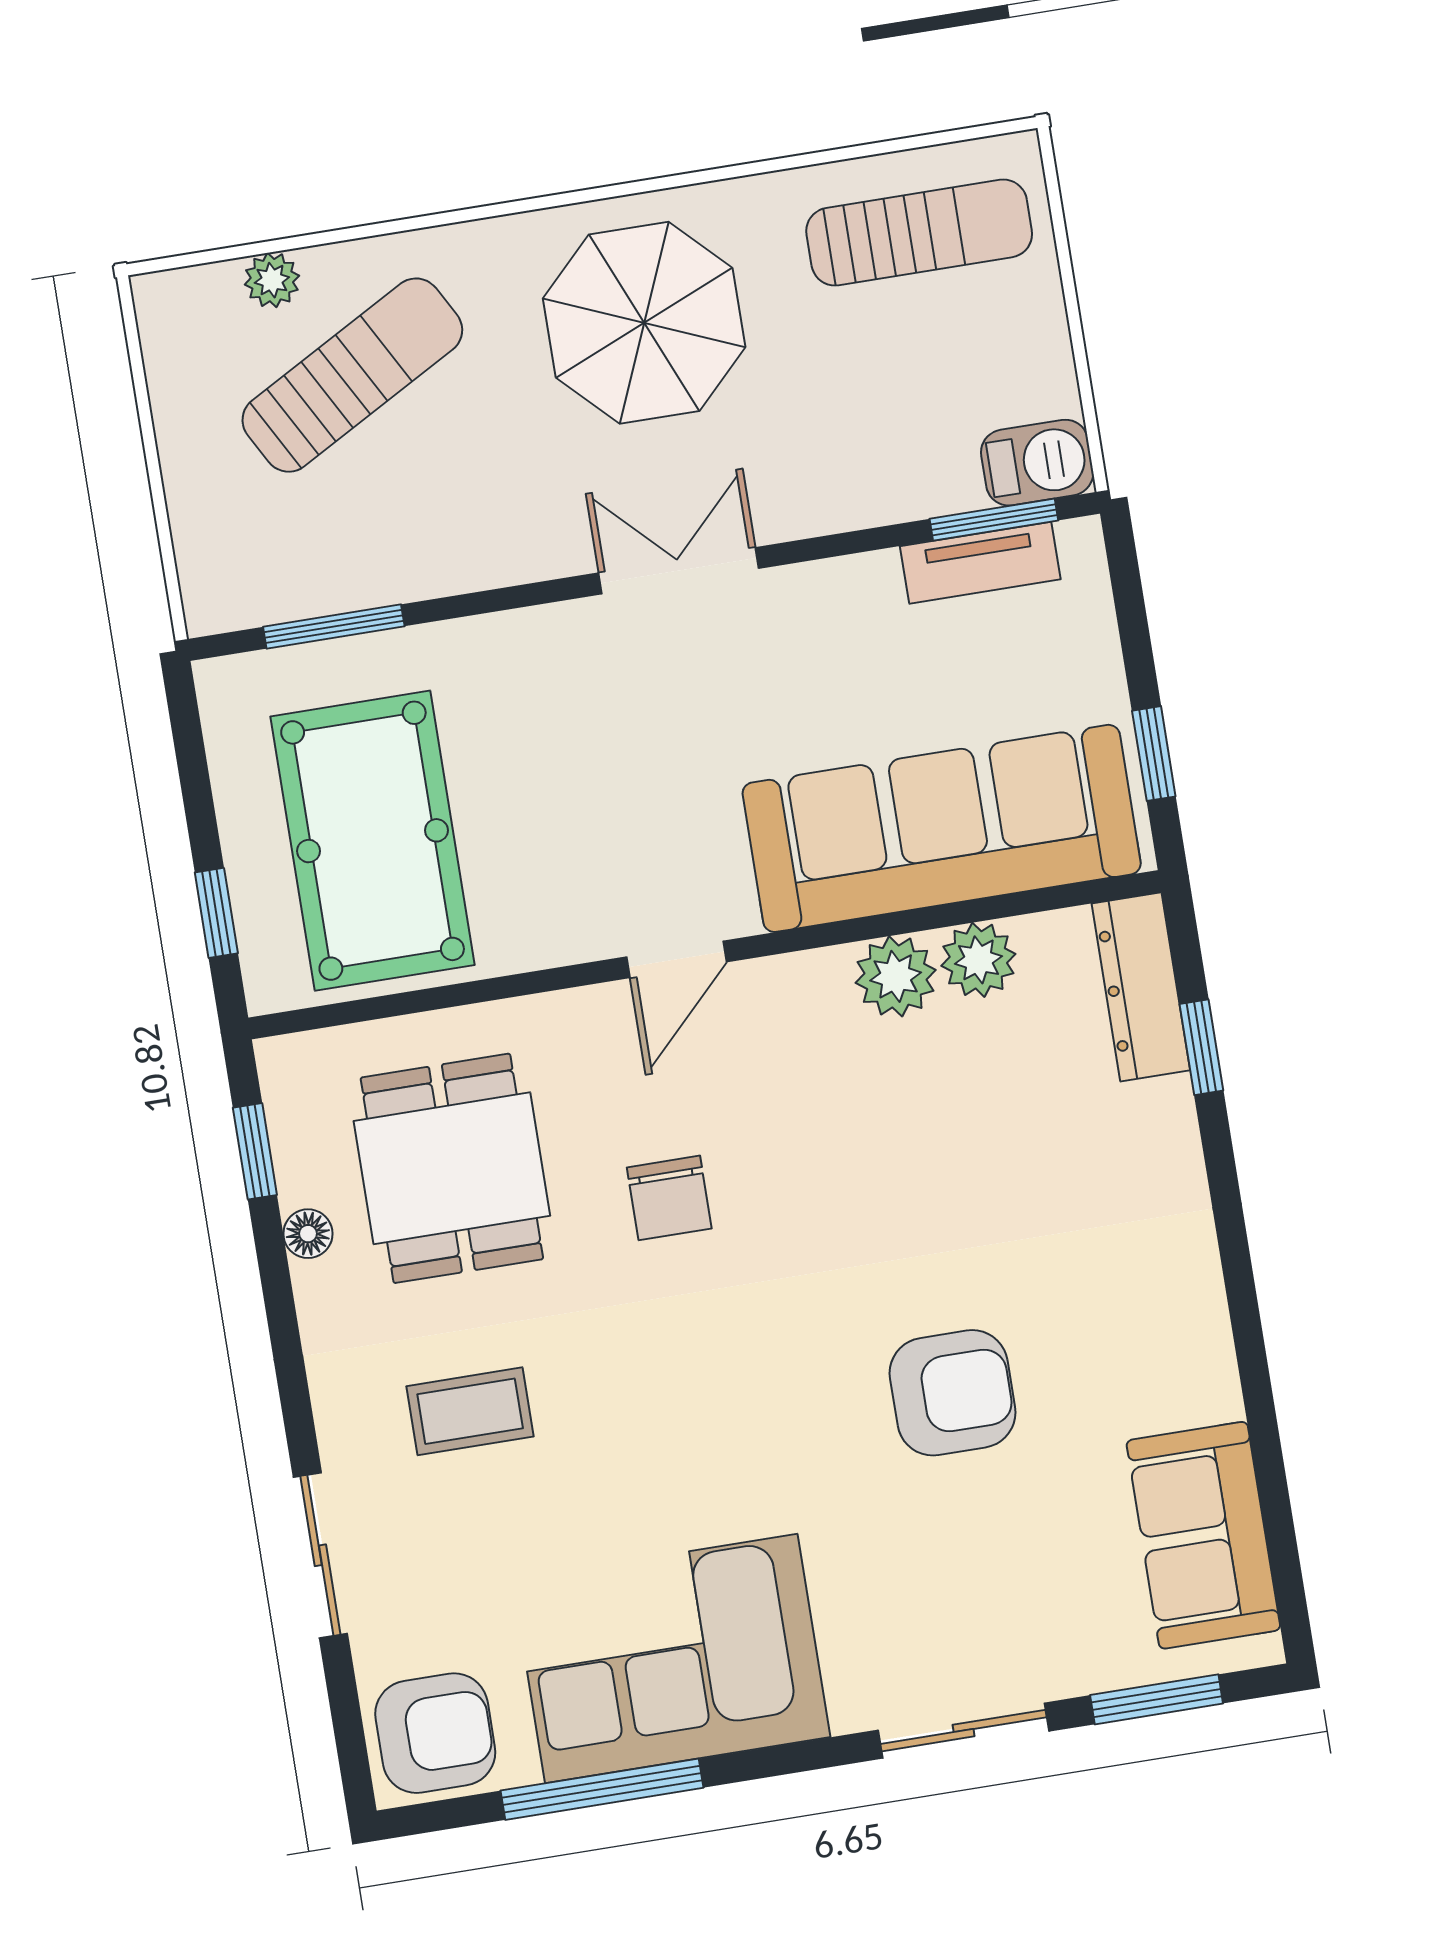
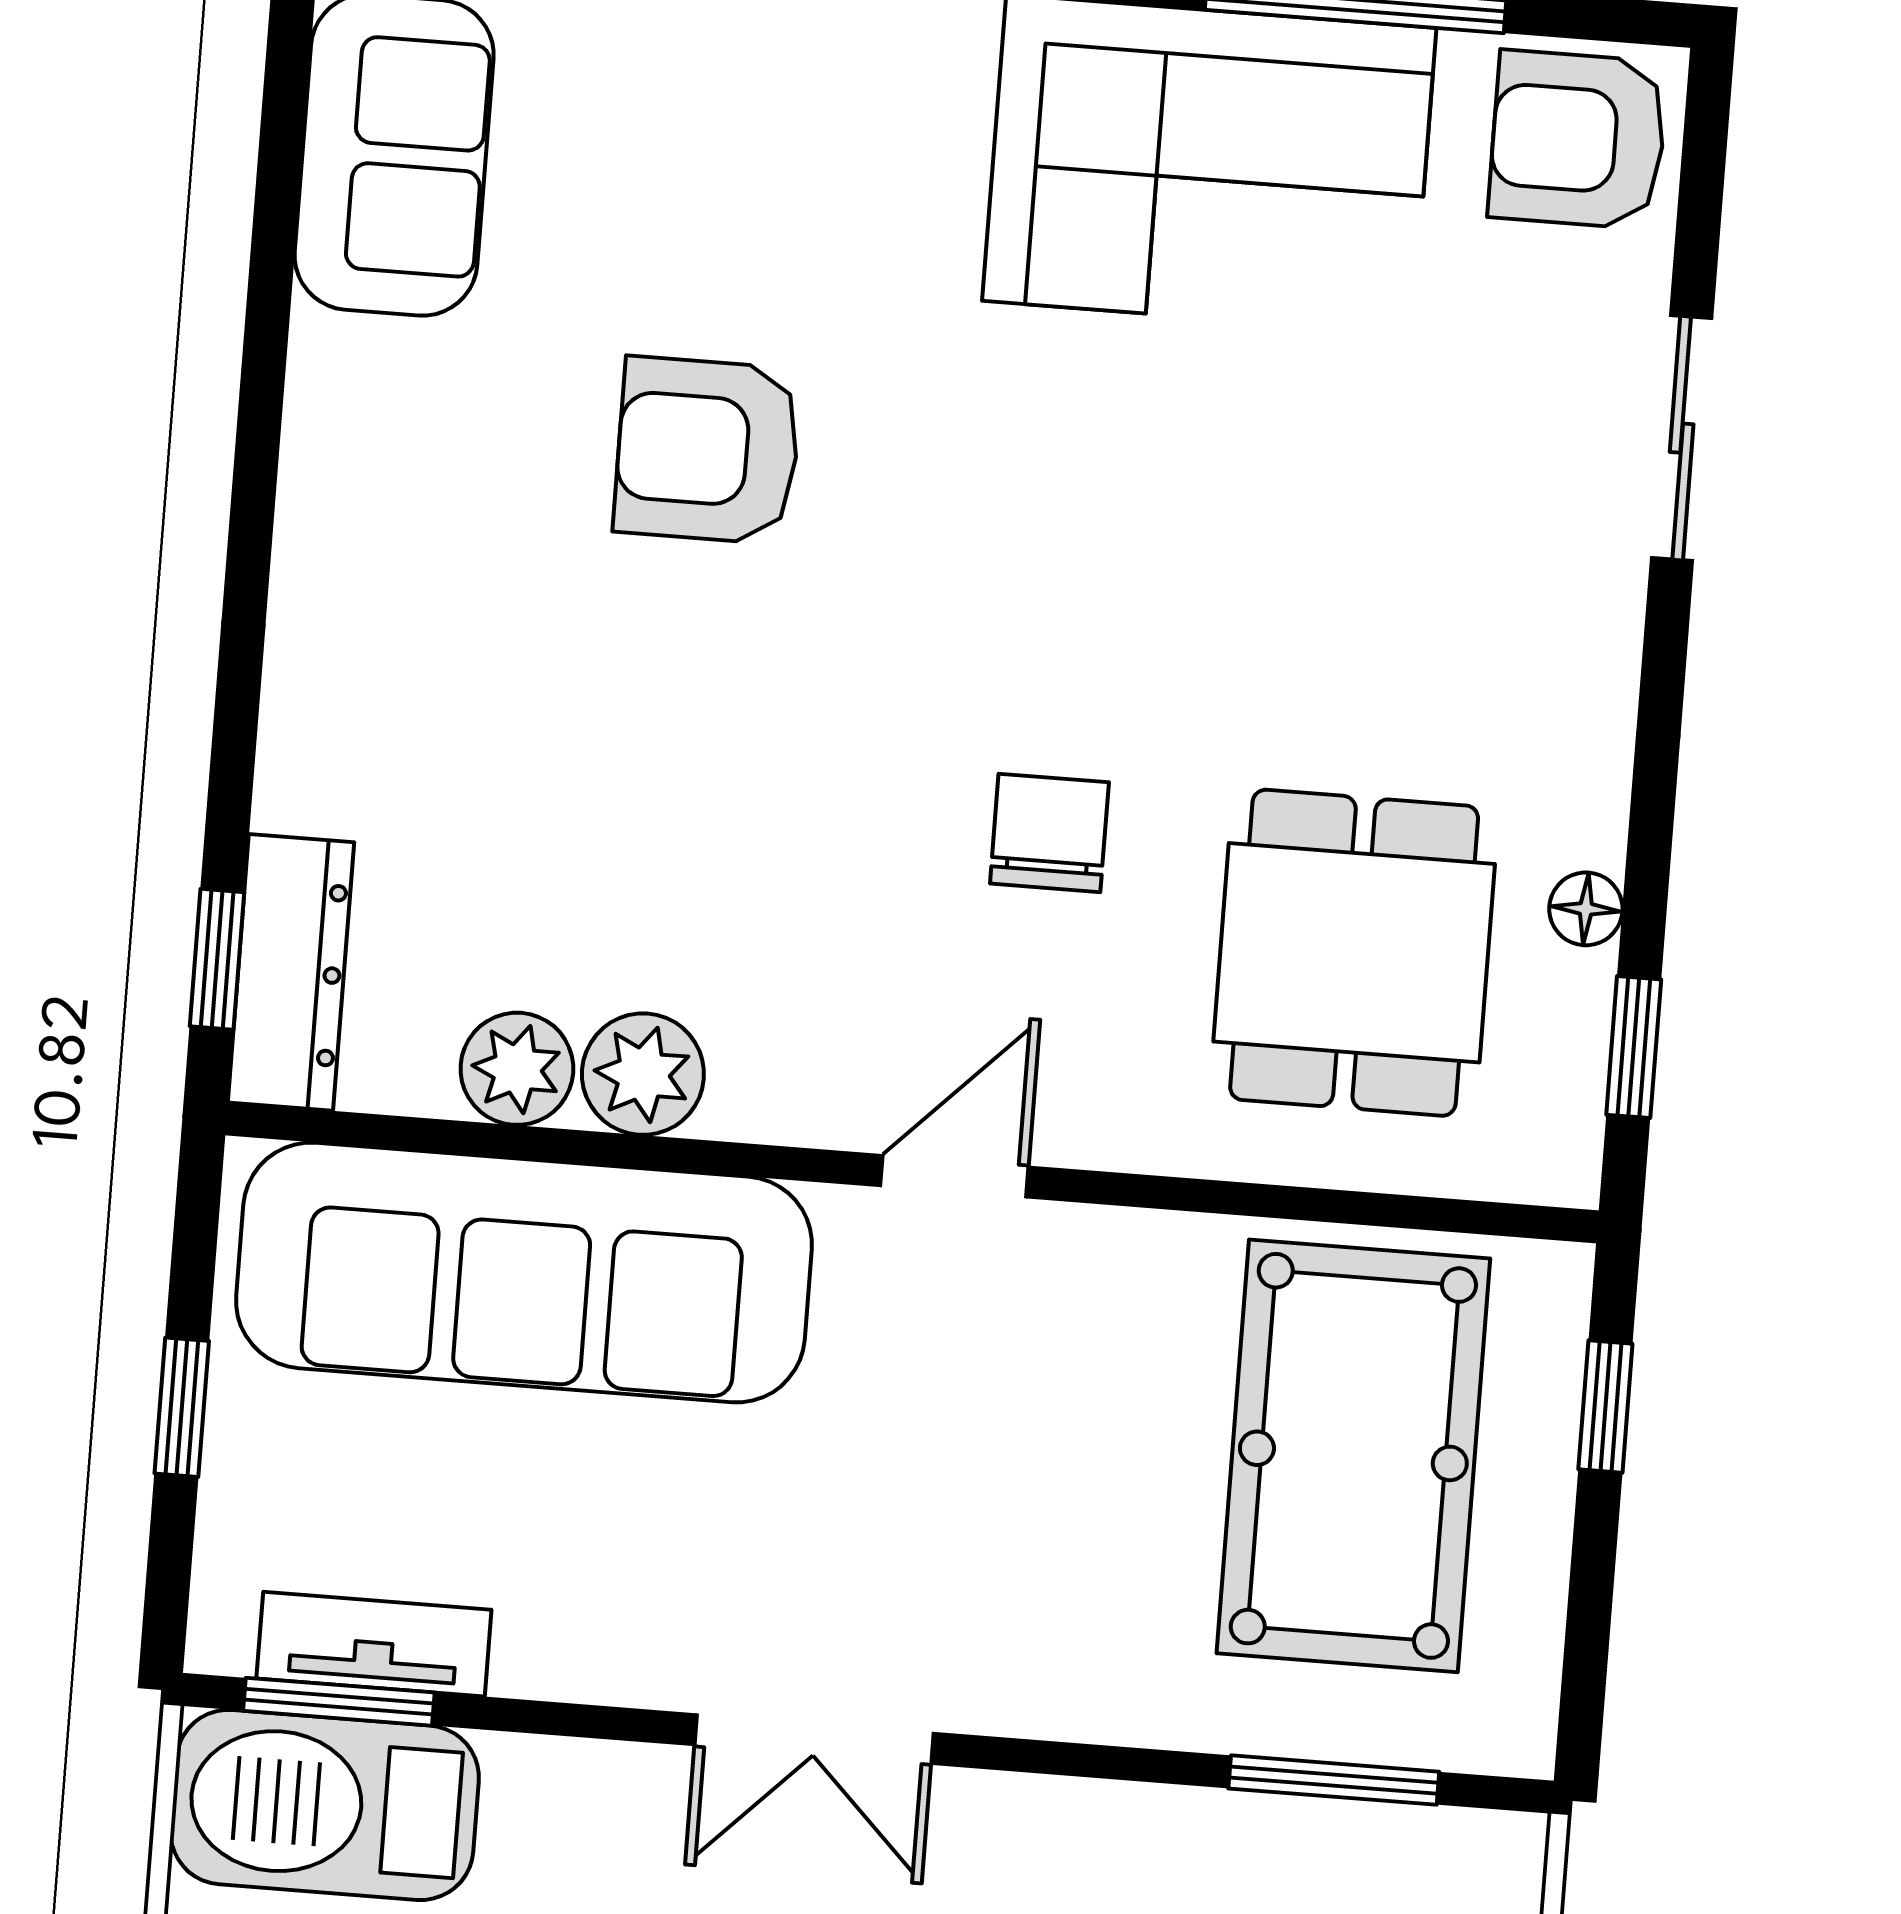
barbecue: (1037, 463) -> (325, 1805), width x1.88, depth x1.53
window: (1154, 754) -> (182, 1407), moved
window: (1201, 1047) -> (217, 959), moved
coffee table: (470, 1411) -> (1414, 594), removed

